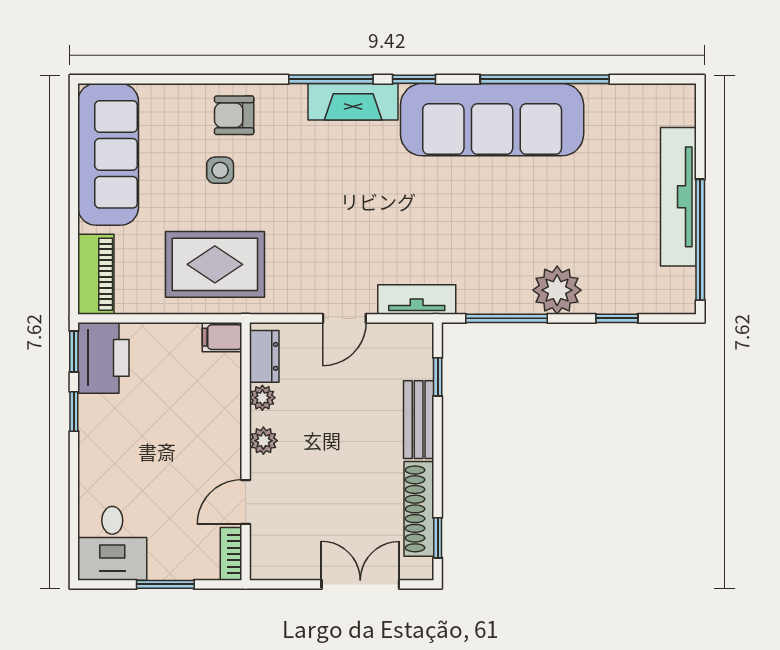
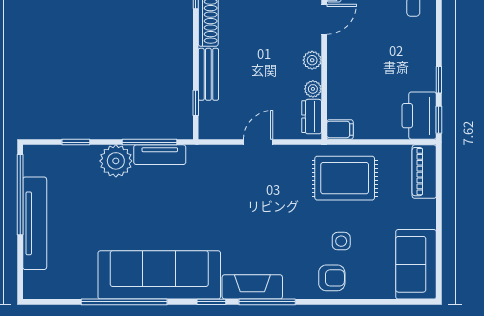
sofa: (108, 154) -> (416, 264), width x0.73
tv unit: (417, 299) -> (160, 155), moved

